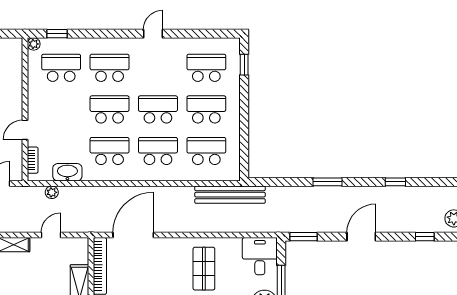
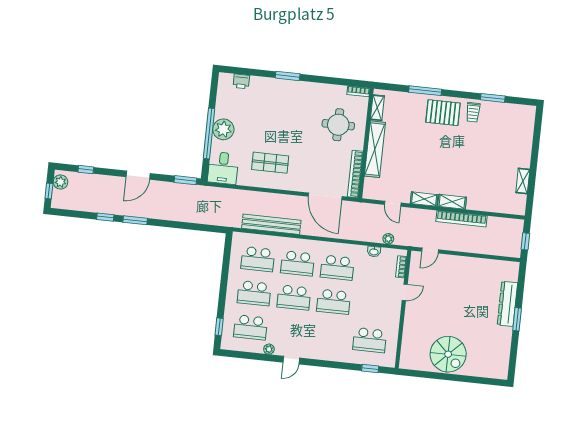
plant: (34, 44) -> (269, 349), moved
school desk: (110, 68) -> (330, 336), removed
washbasin: (67, 172) -> (374, 252), width x0.52, depth x0.69
window: (328, 182) -> (135, 220), moved
bench: (230, 195) -> (271, 224), moved
door: (51, 235) -> (393, 204), hinge flipped
door: (133, 235) -> (325, 196), hinge flipped
shop shelf: (204, 269) -> (270, 163), turned 90

